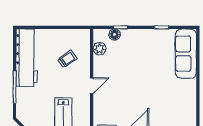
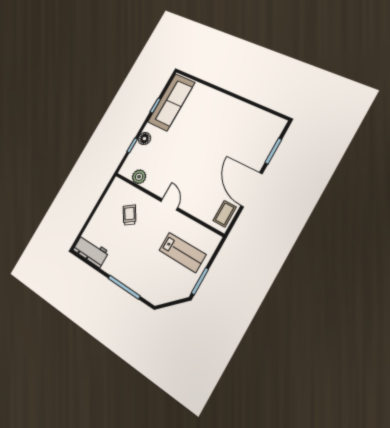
floor lamp: (115, 35) -> (144, 139), moved
sofa: (186, 54) -> (171, 102), moved, turned -90
workbench: (27, 58) -> (91, 251), width x0.53, depth x0.76

